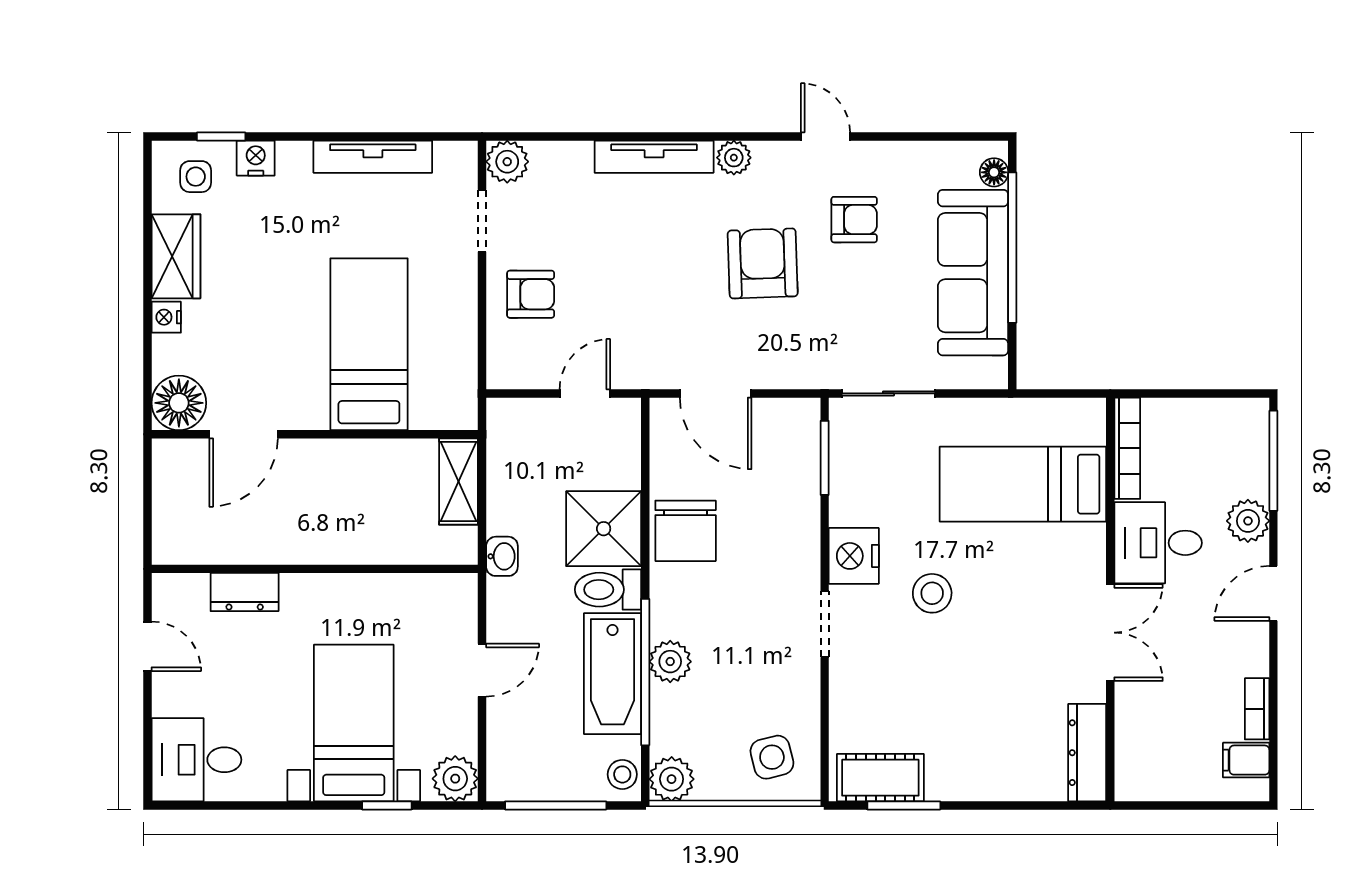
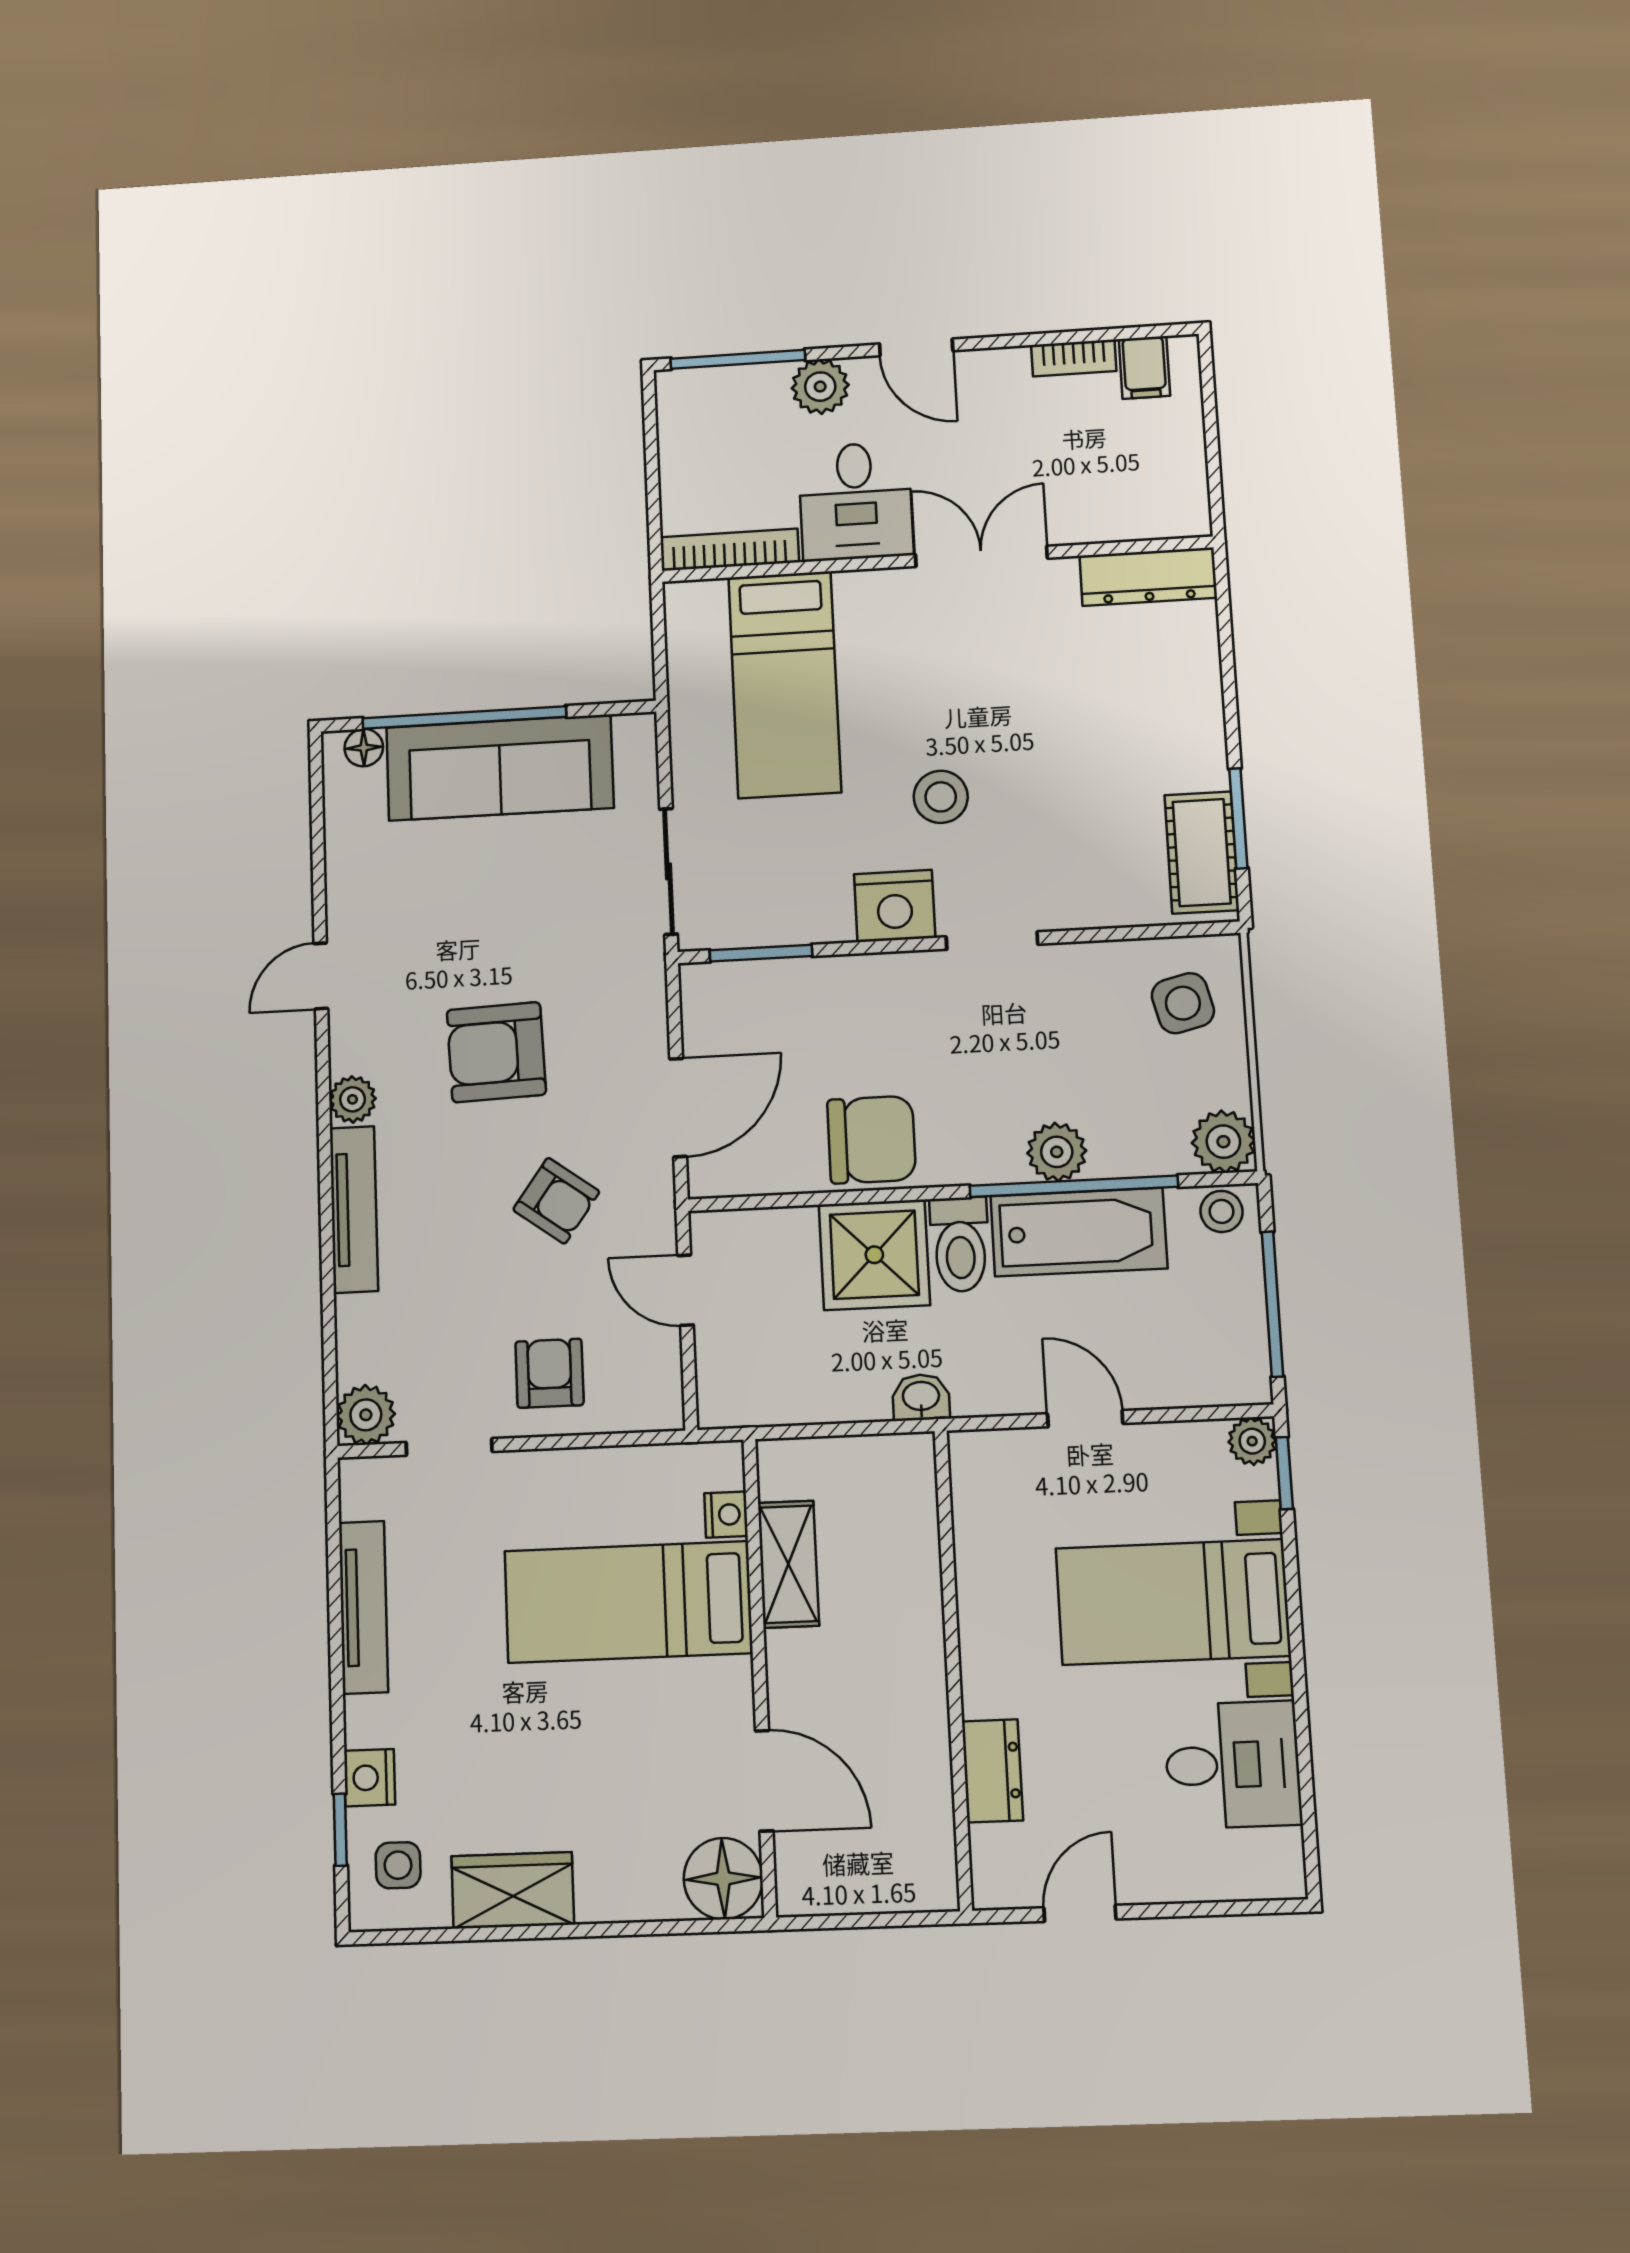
armchair: (854, 220) -> (556, 1201), moved, turned 126
nightstand: (166, 317) -> (726, 1515), moved, turned -90
shelving: (459, 481) -> (788, 1564), moved, turned 90
desk: (197, 760) -> (1233, 1765), moved, turned -90
plant: (455, 779) -> (1252, 1441), width x0.73, depth x0.73
window: (387, 805) -> (1284, 1473), moved

